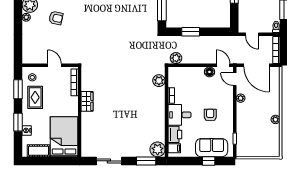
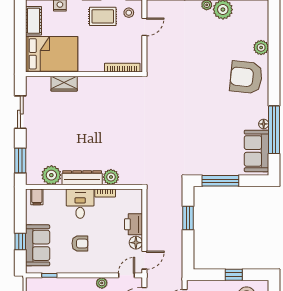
armchair: (56, 18) -> (206, 43), removed
plant: (176, 58) -> (154, 199), removed
door: (54, 65) -> (144, 27), moved
plant: (159, 81) -> (111, 177), moved
wardrobe: (87, 101) -> (64, 84), moved
dresser: (159, 113) -> (82, 178), added
printer: (175, 134) -> (134, 224), moved, turned 90
plant: (158, 149) -> (51, 175), moved

